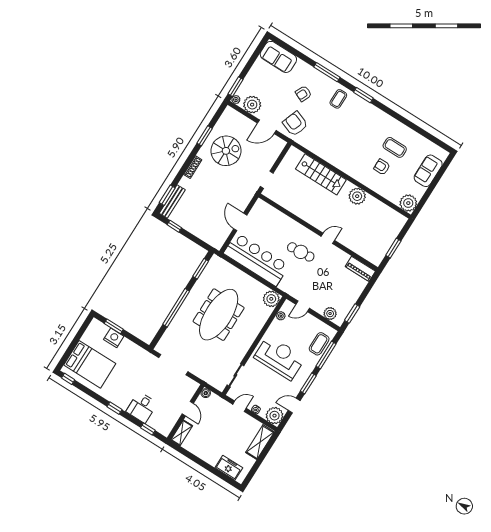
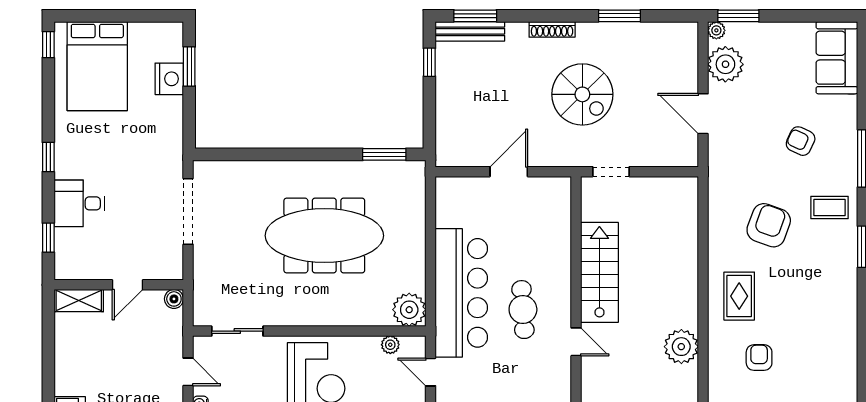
armchair: (295, 124) -> (769, 225), moved
coffee table: (395, 147) -> (807, 358), removed
spiral stairs: (226, 151) -> (582, 94), moved
rug: (351, 159) -> (739, 296), added
stairs: (321, 174) -> (599, 272), moved, turned 180
bar counter: (256, 259) -> (461, 293), moved
window: (176, 308) -> (290, 154), removed

